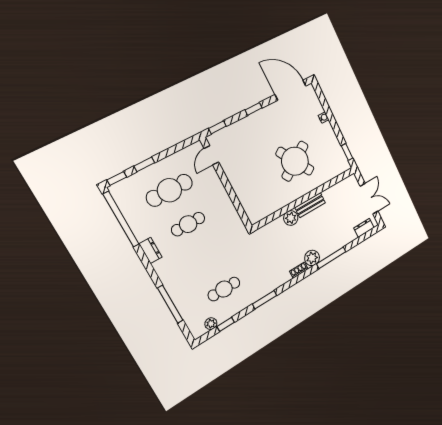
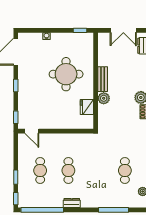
round table: (295, 161) -> (66, 74), turned 33
cafe table: (169, 190) -> (40, 171), width x0.73, depth x0.74
double door: (369, 199) -> (123, 30), swing flipped
fridge: (272, 205) -> (87, 107), added

